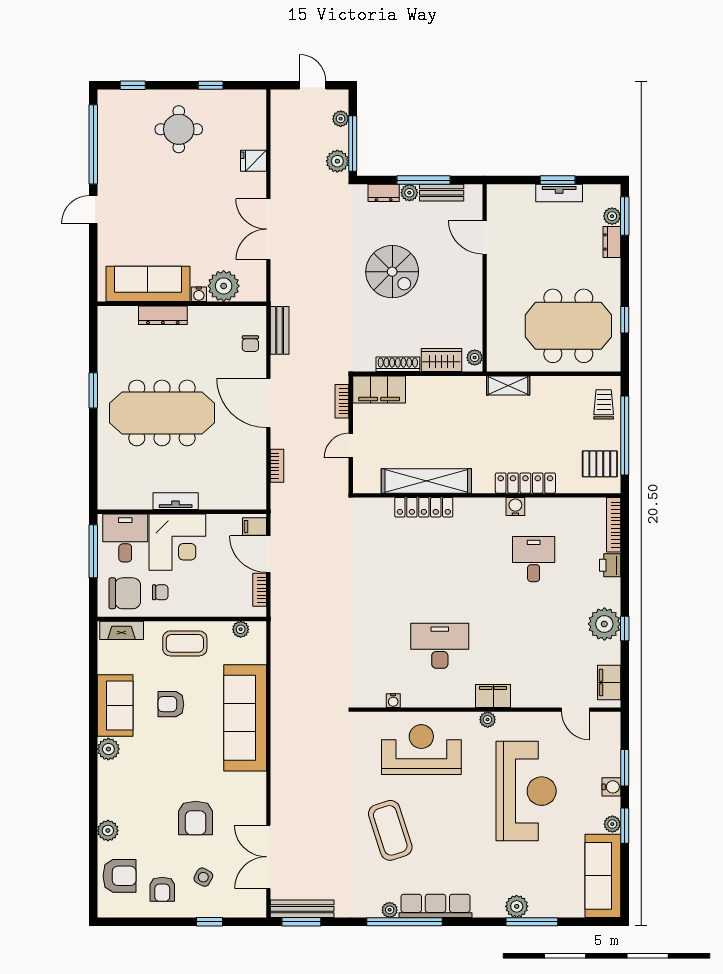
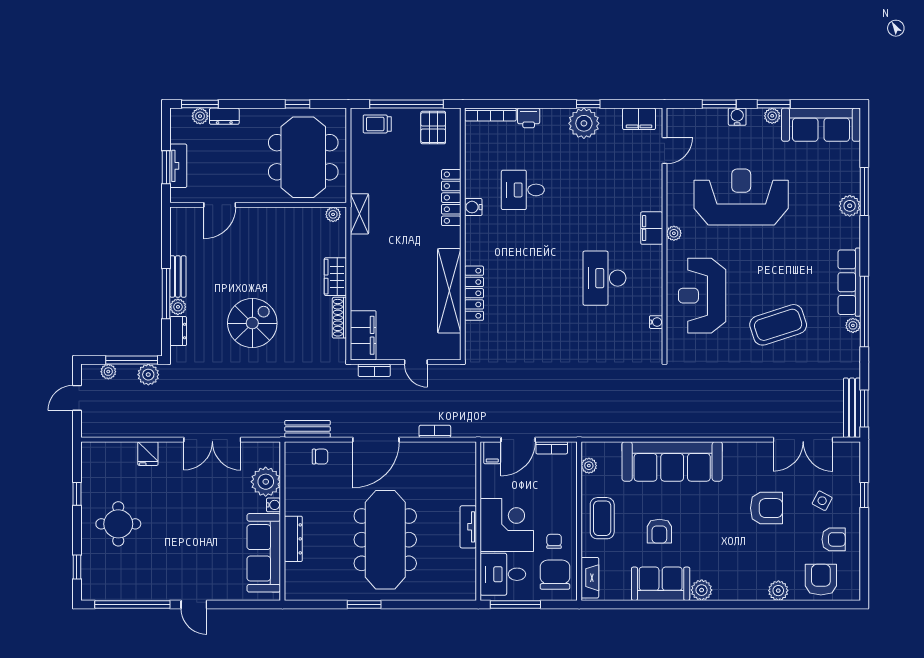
door: (485, 237) -> (220, 205), moved
wall: (485, 278) -> (258, 205), moved
plant: (475, 358) -> (333, 214), moved

